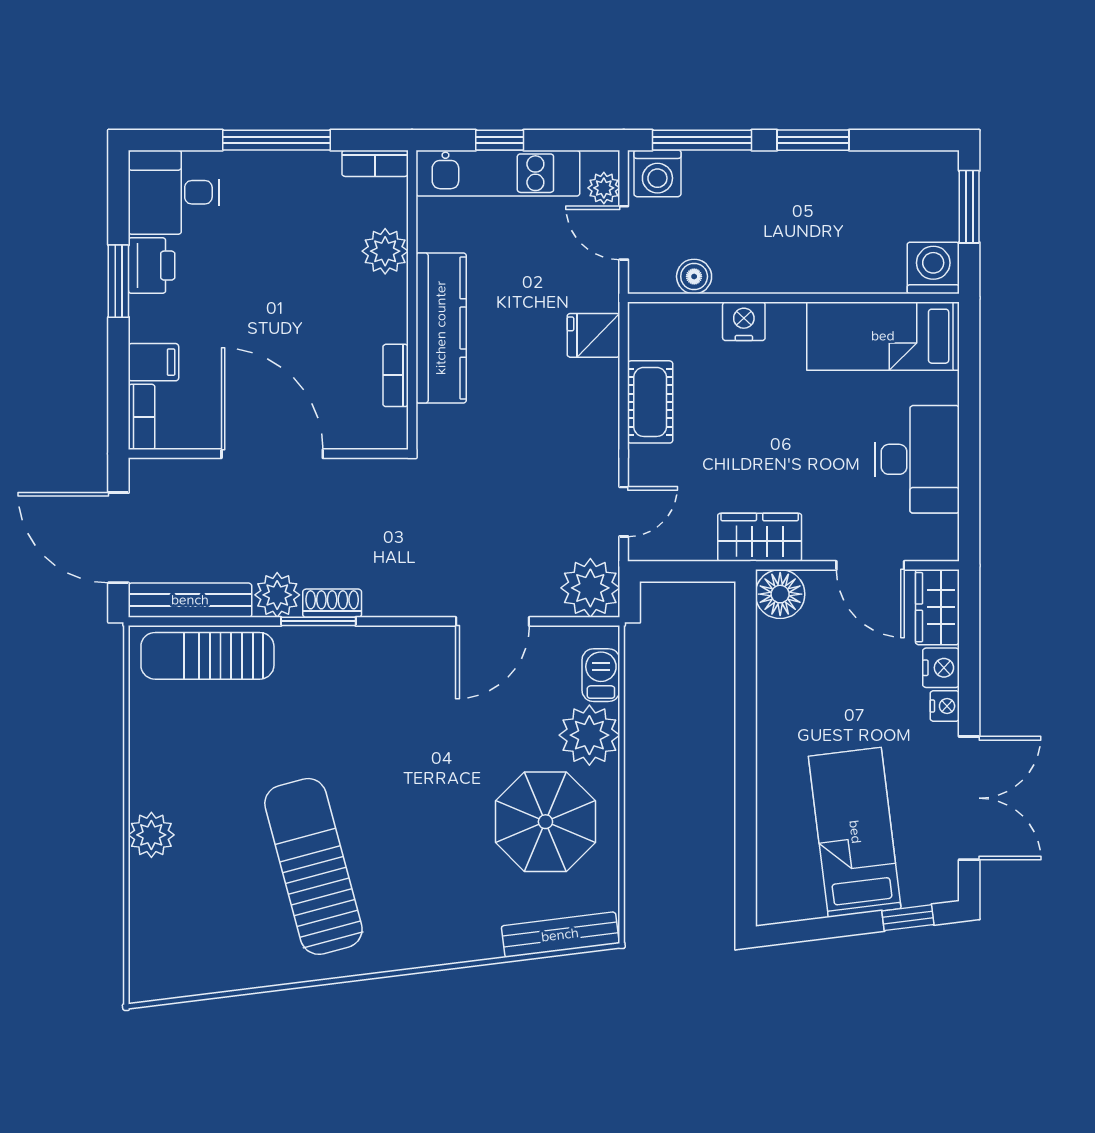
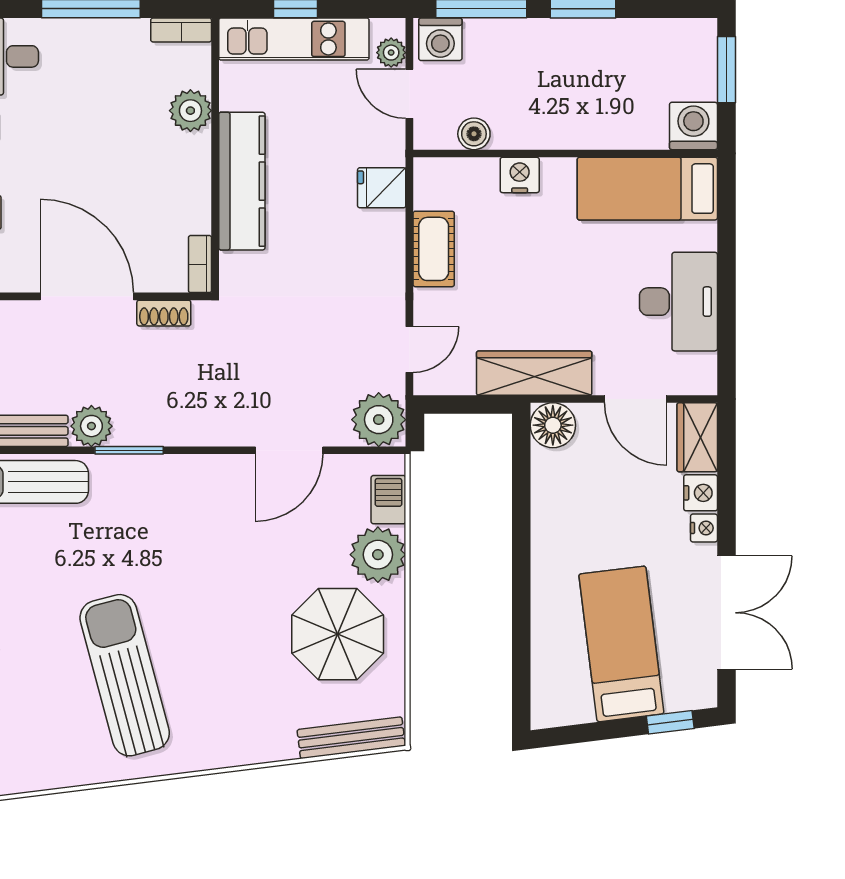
bookcase: (396, 375) -> (200, 264), moved
wardrobe: (760, 537) -> (534, 373), width x1.50
shoe rack: (332, 603) -> (164, 313), moved, turned 180

